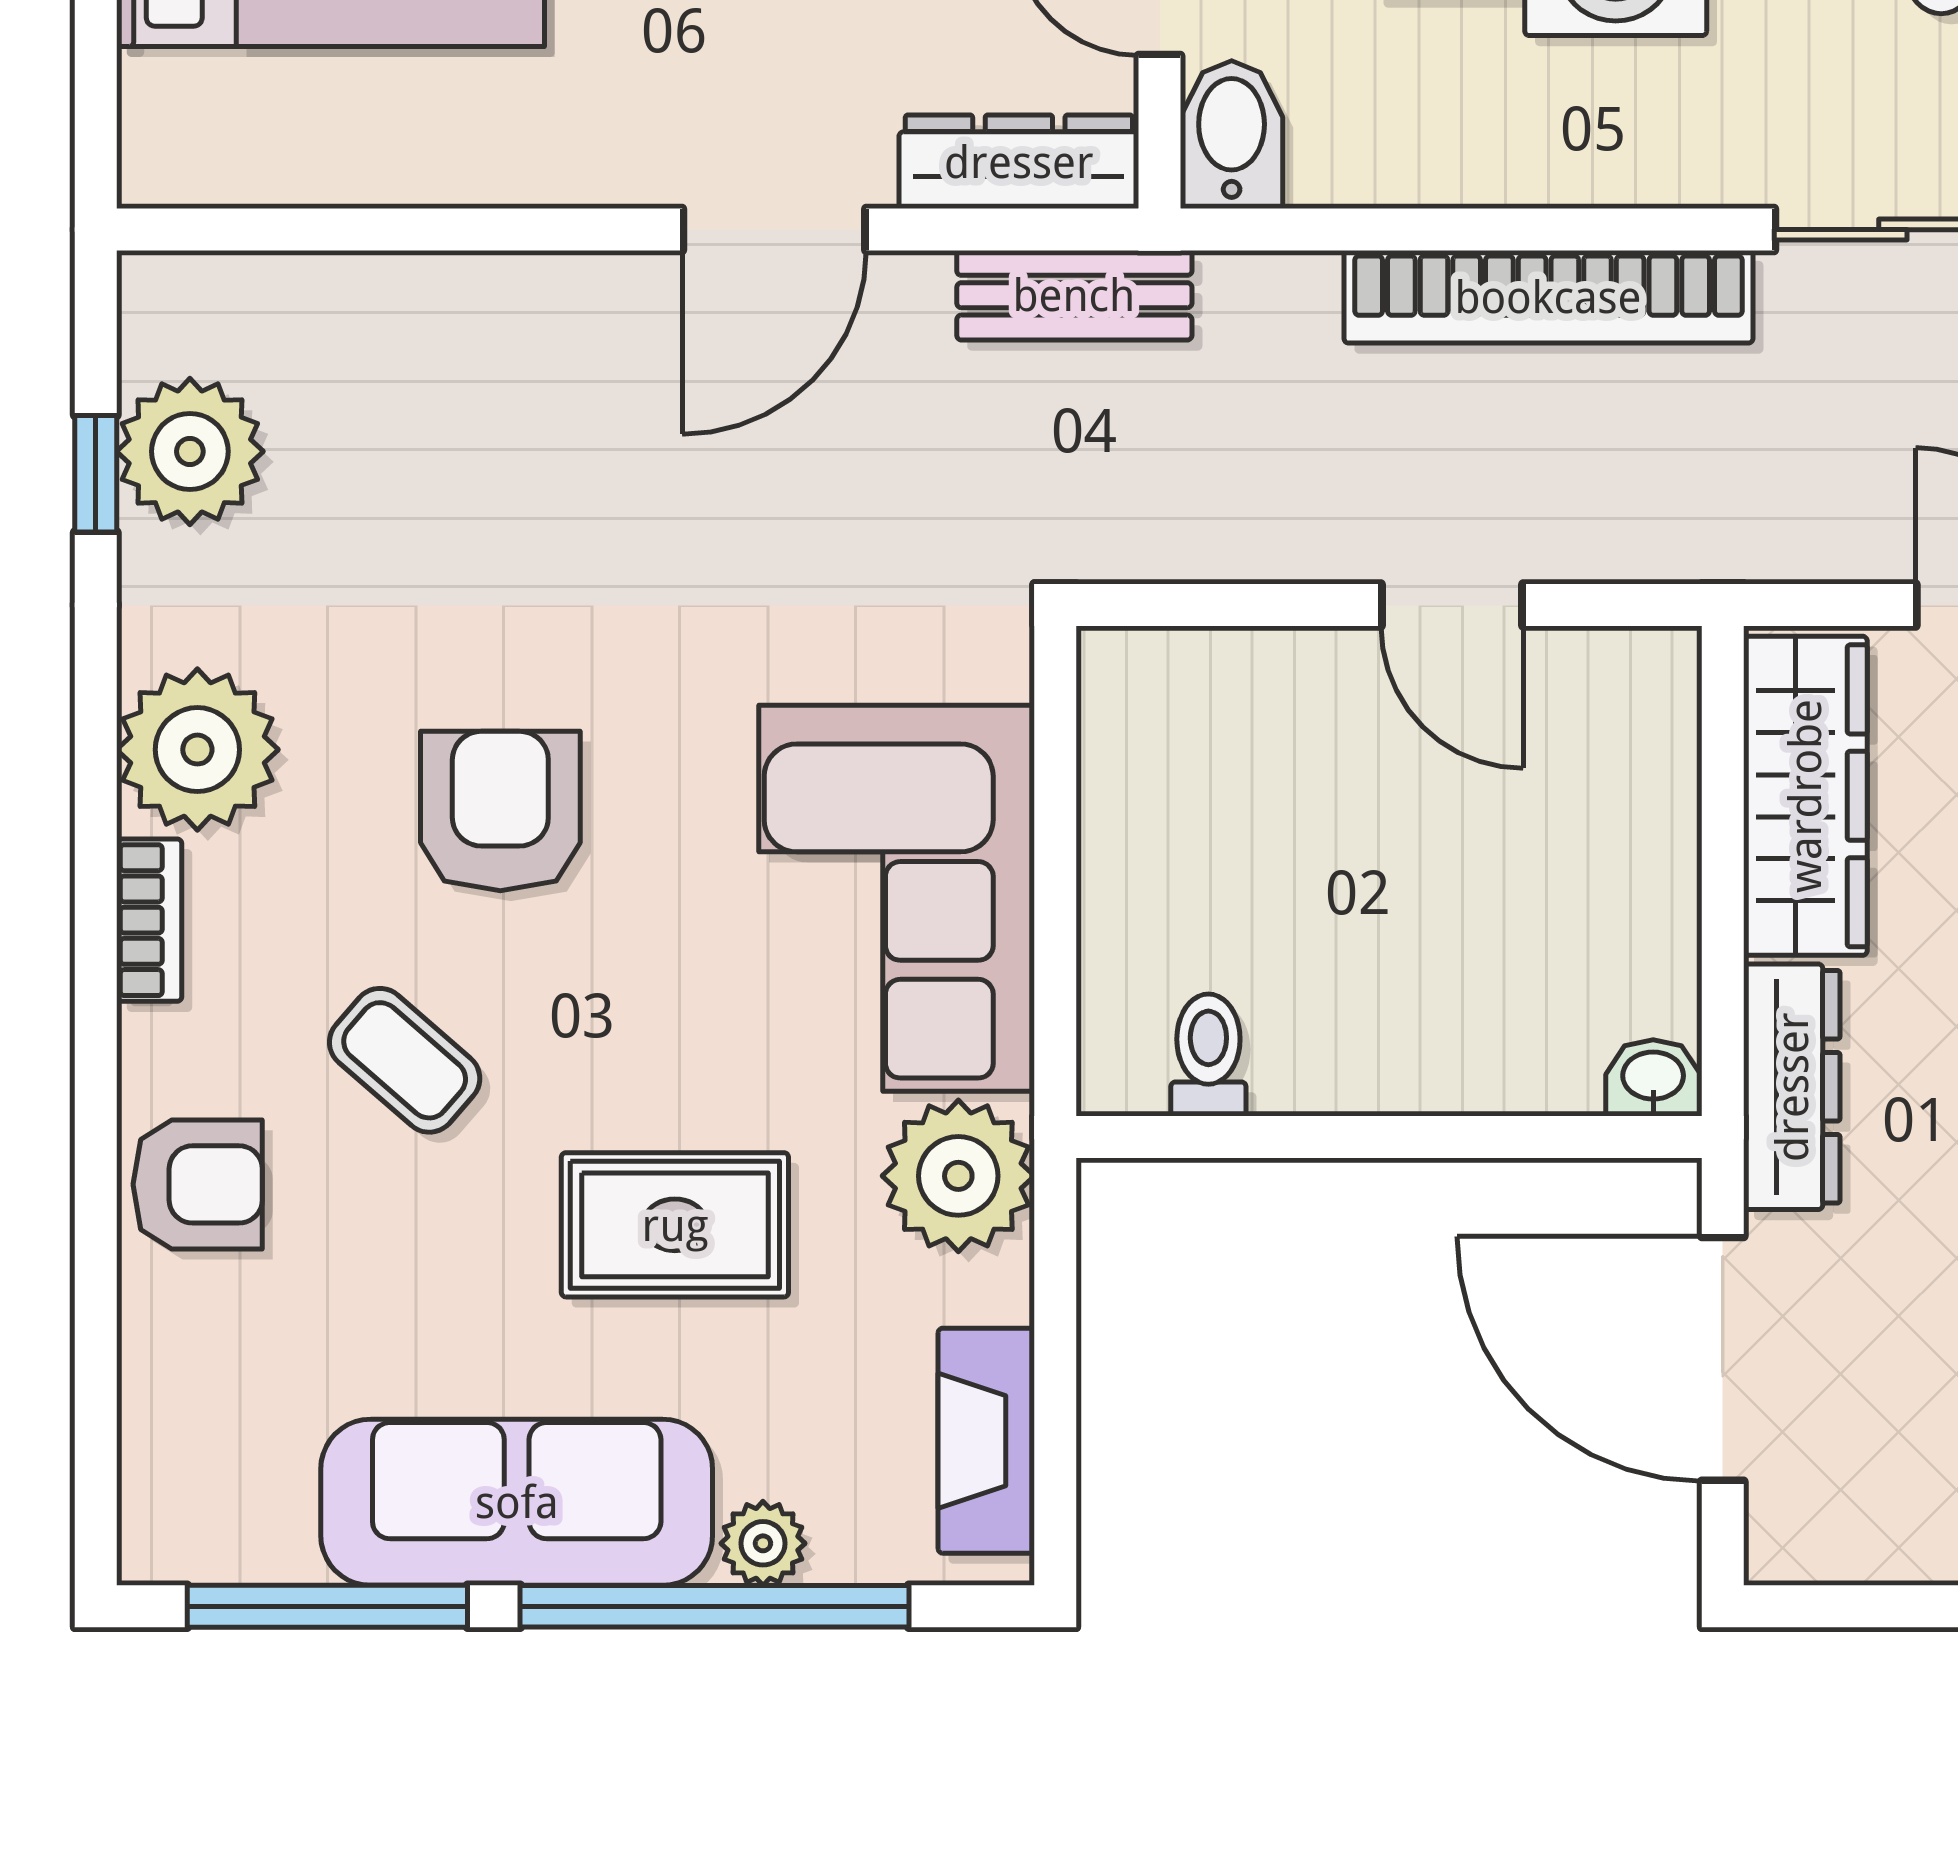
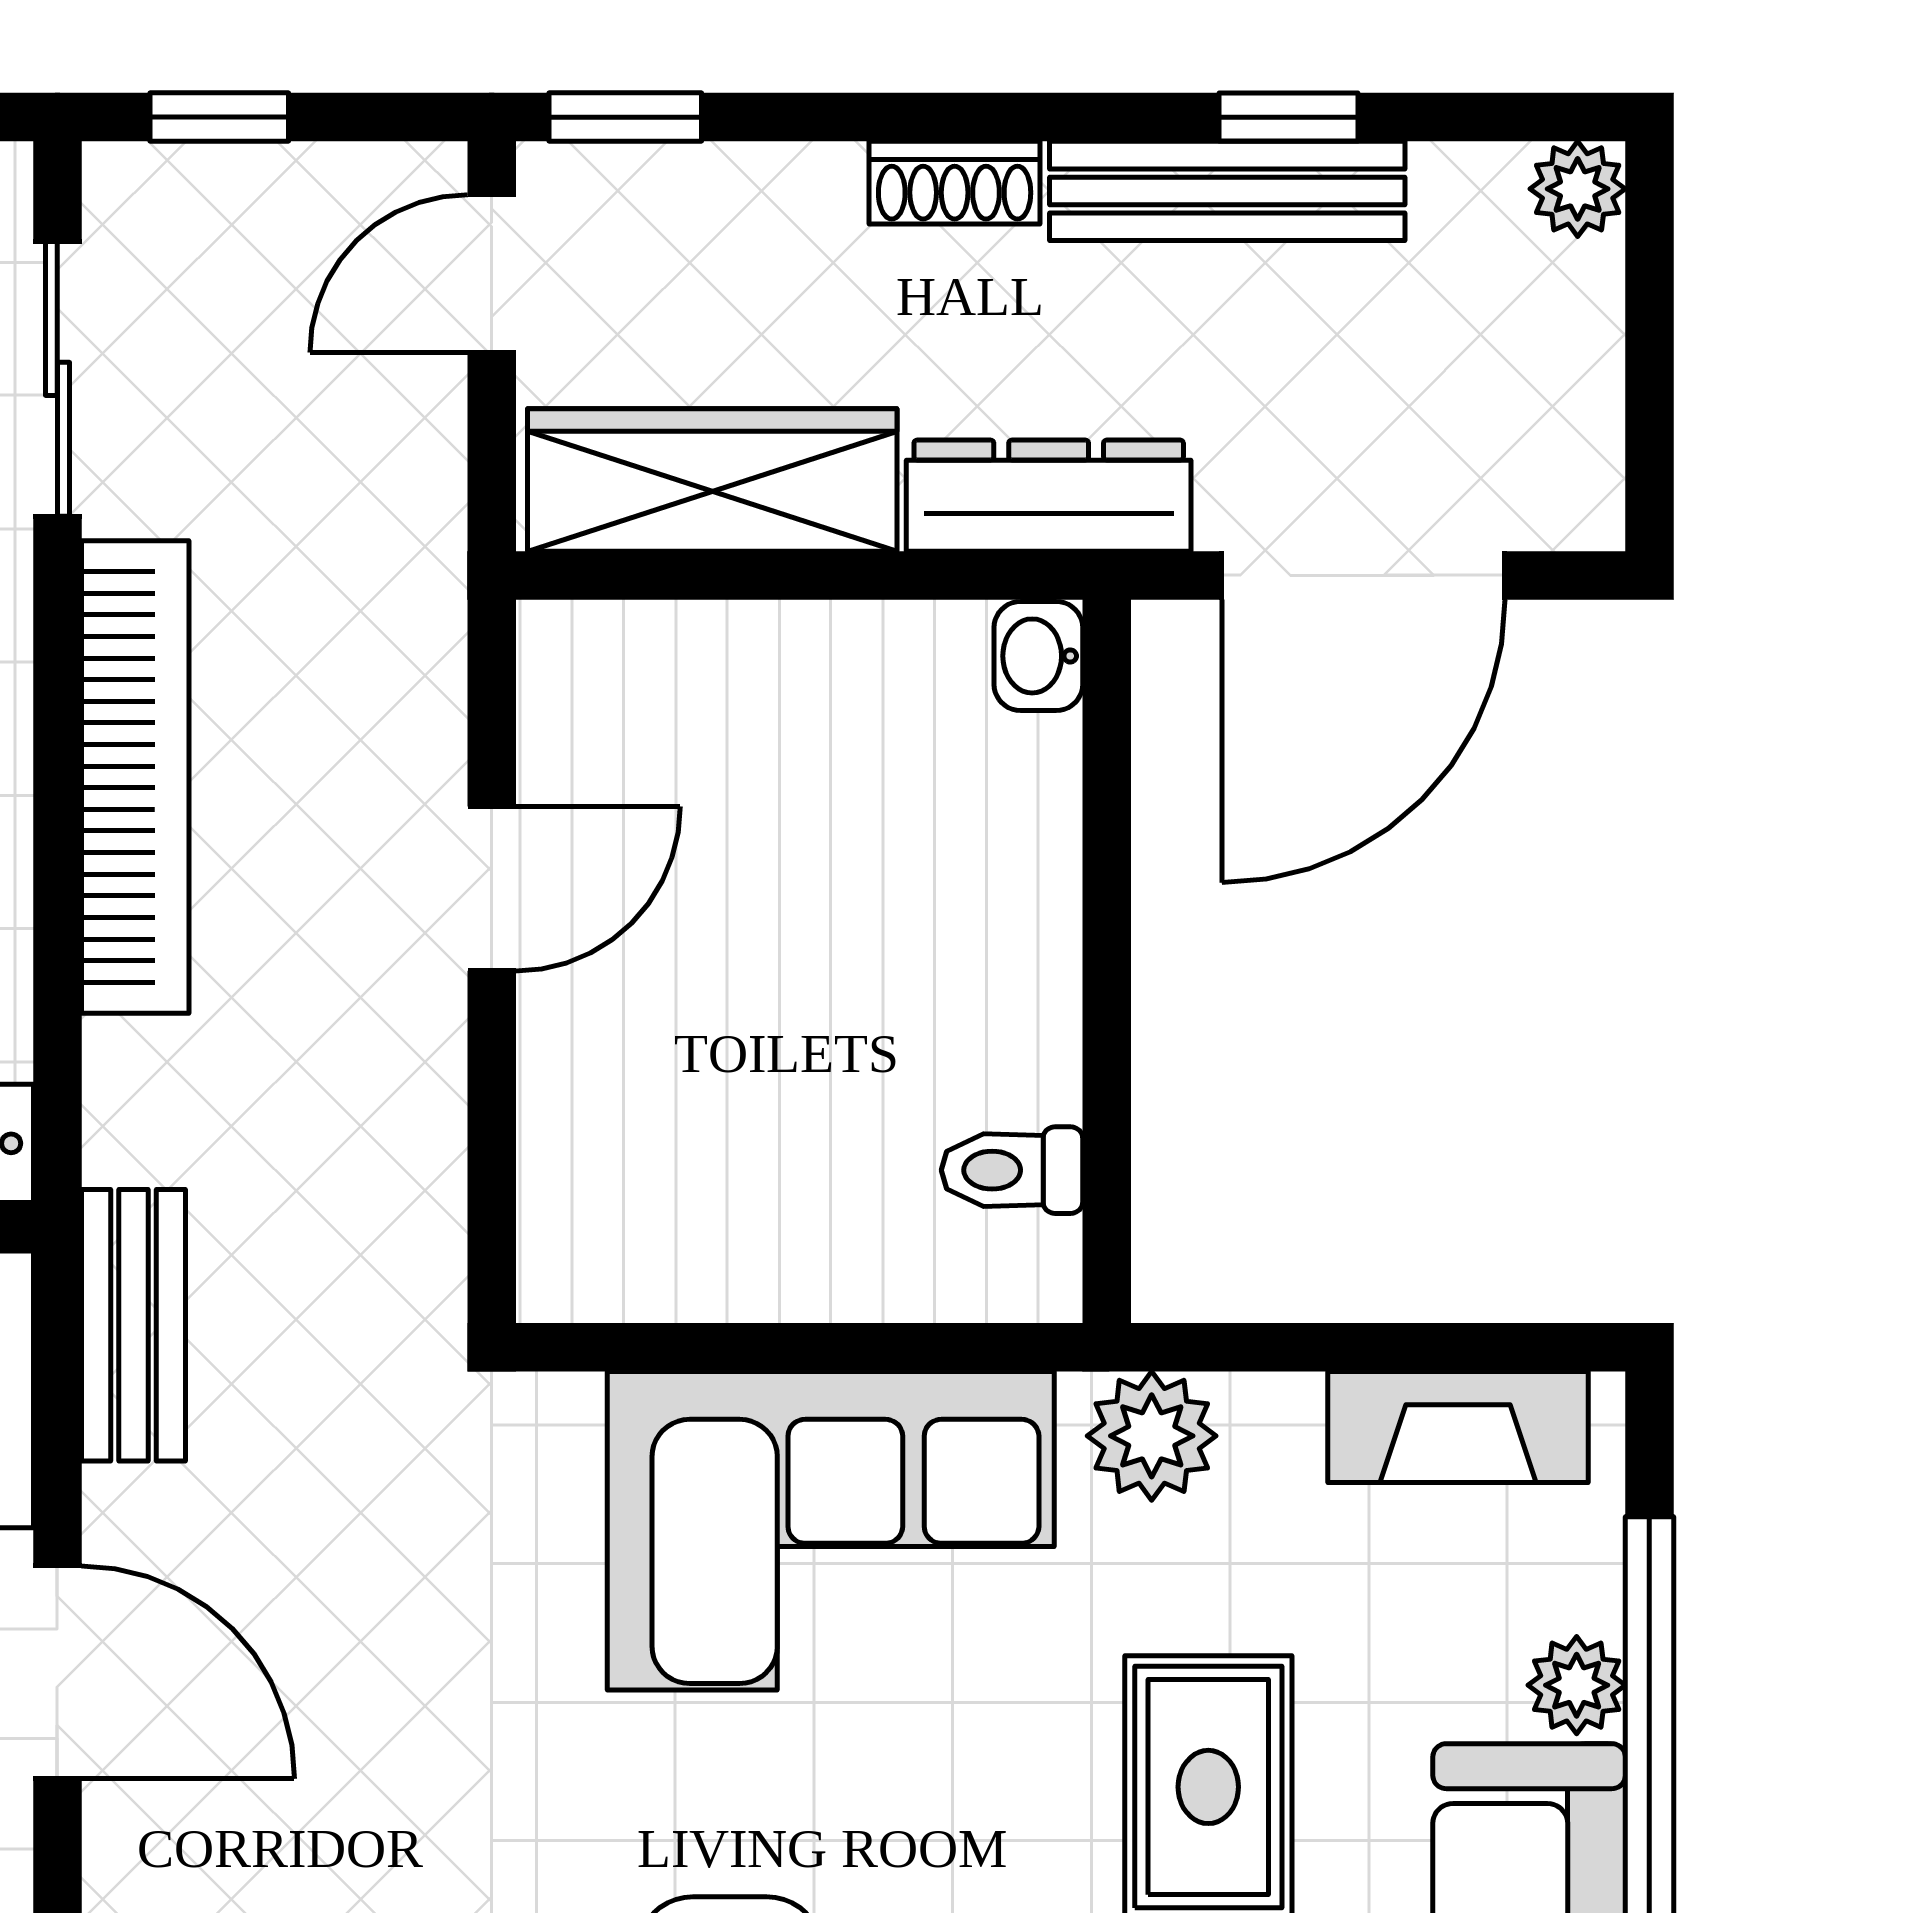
plant: (958, 1176) -> (1152, 1436), width x0.73, depth x0.73

